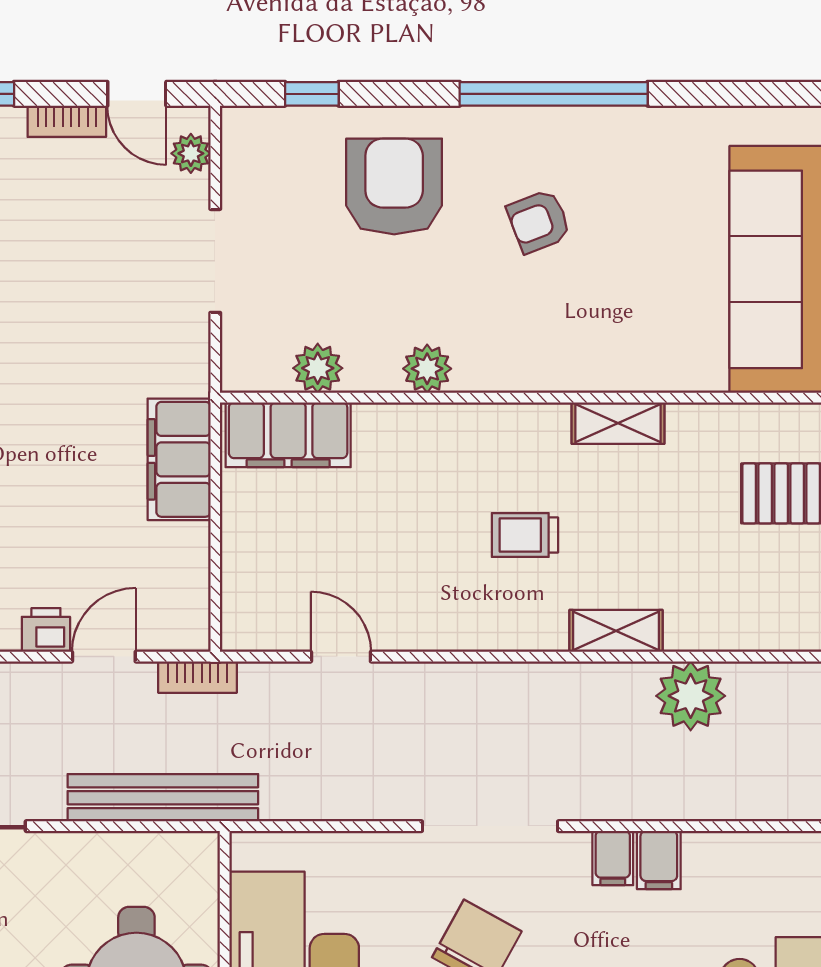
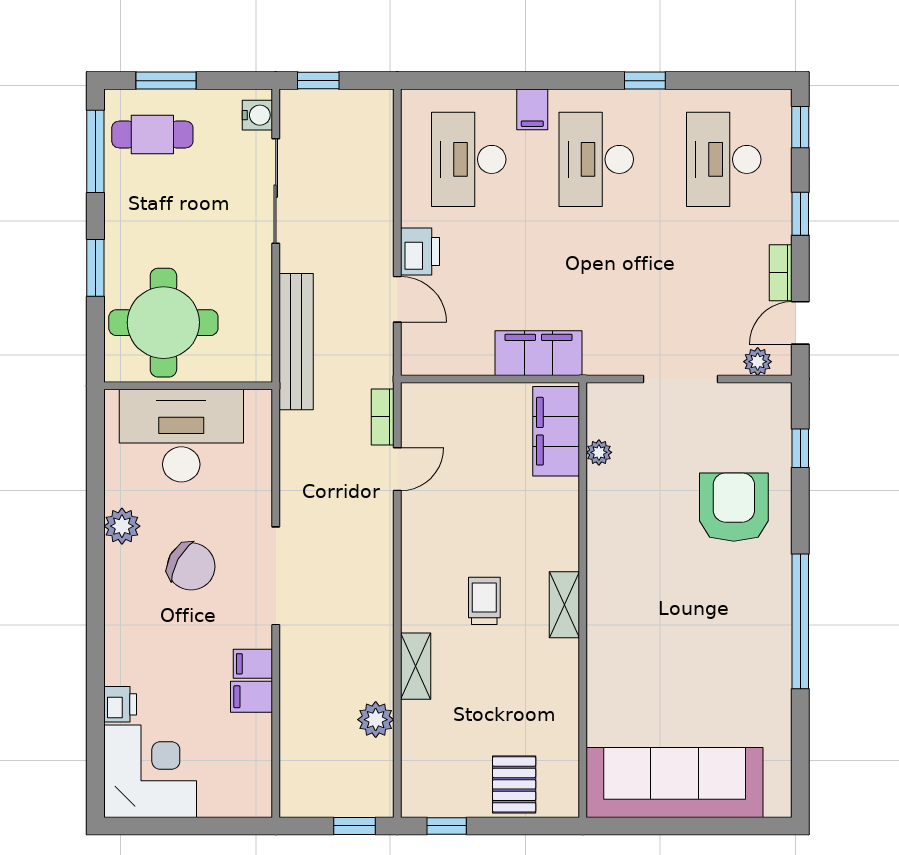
armchair: (394, 187) -> (734, 507), turned -90
armchair: (539, 221) -> (709, 611), removed
plant: (318, 368) -> (599, 452), width x0.73, depth x0.73
plant: (427, 369) -> (603, 531), removed
shelving: (618, 423) -> (564, 605), moved
printer: (46, 630) -> (420, 252), width x1.36, depth x1.24
bookcase: (198, 677) -> (383, 417), moved
plant: (691, 696) -> (376, 720), width x0.73, depth x0.73

